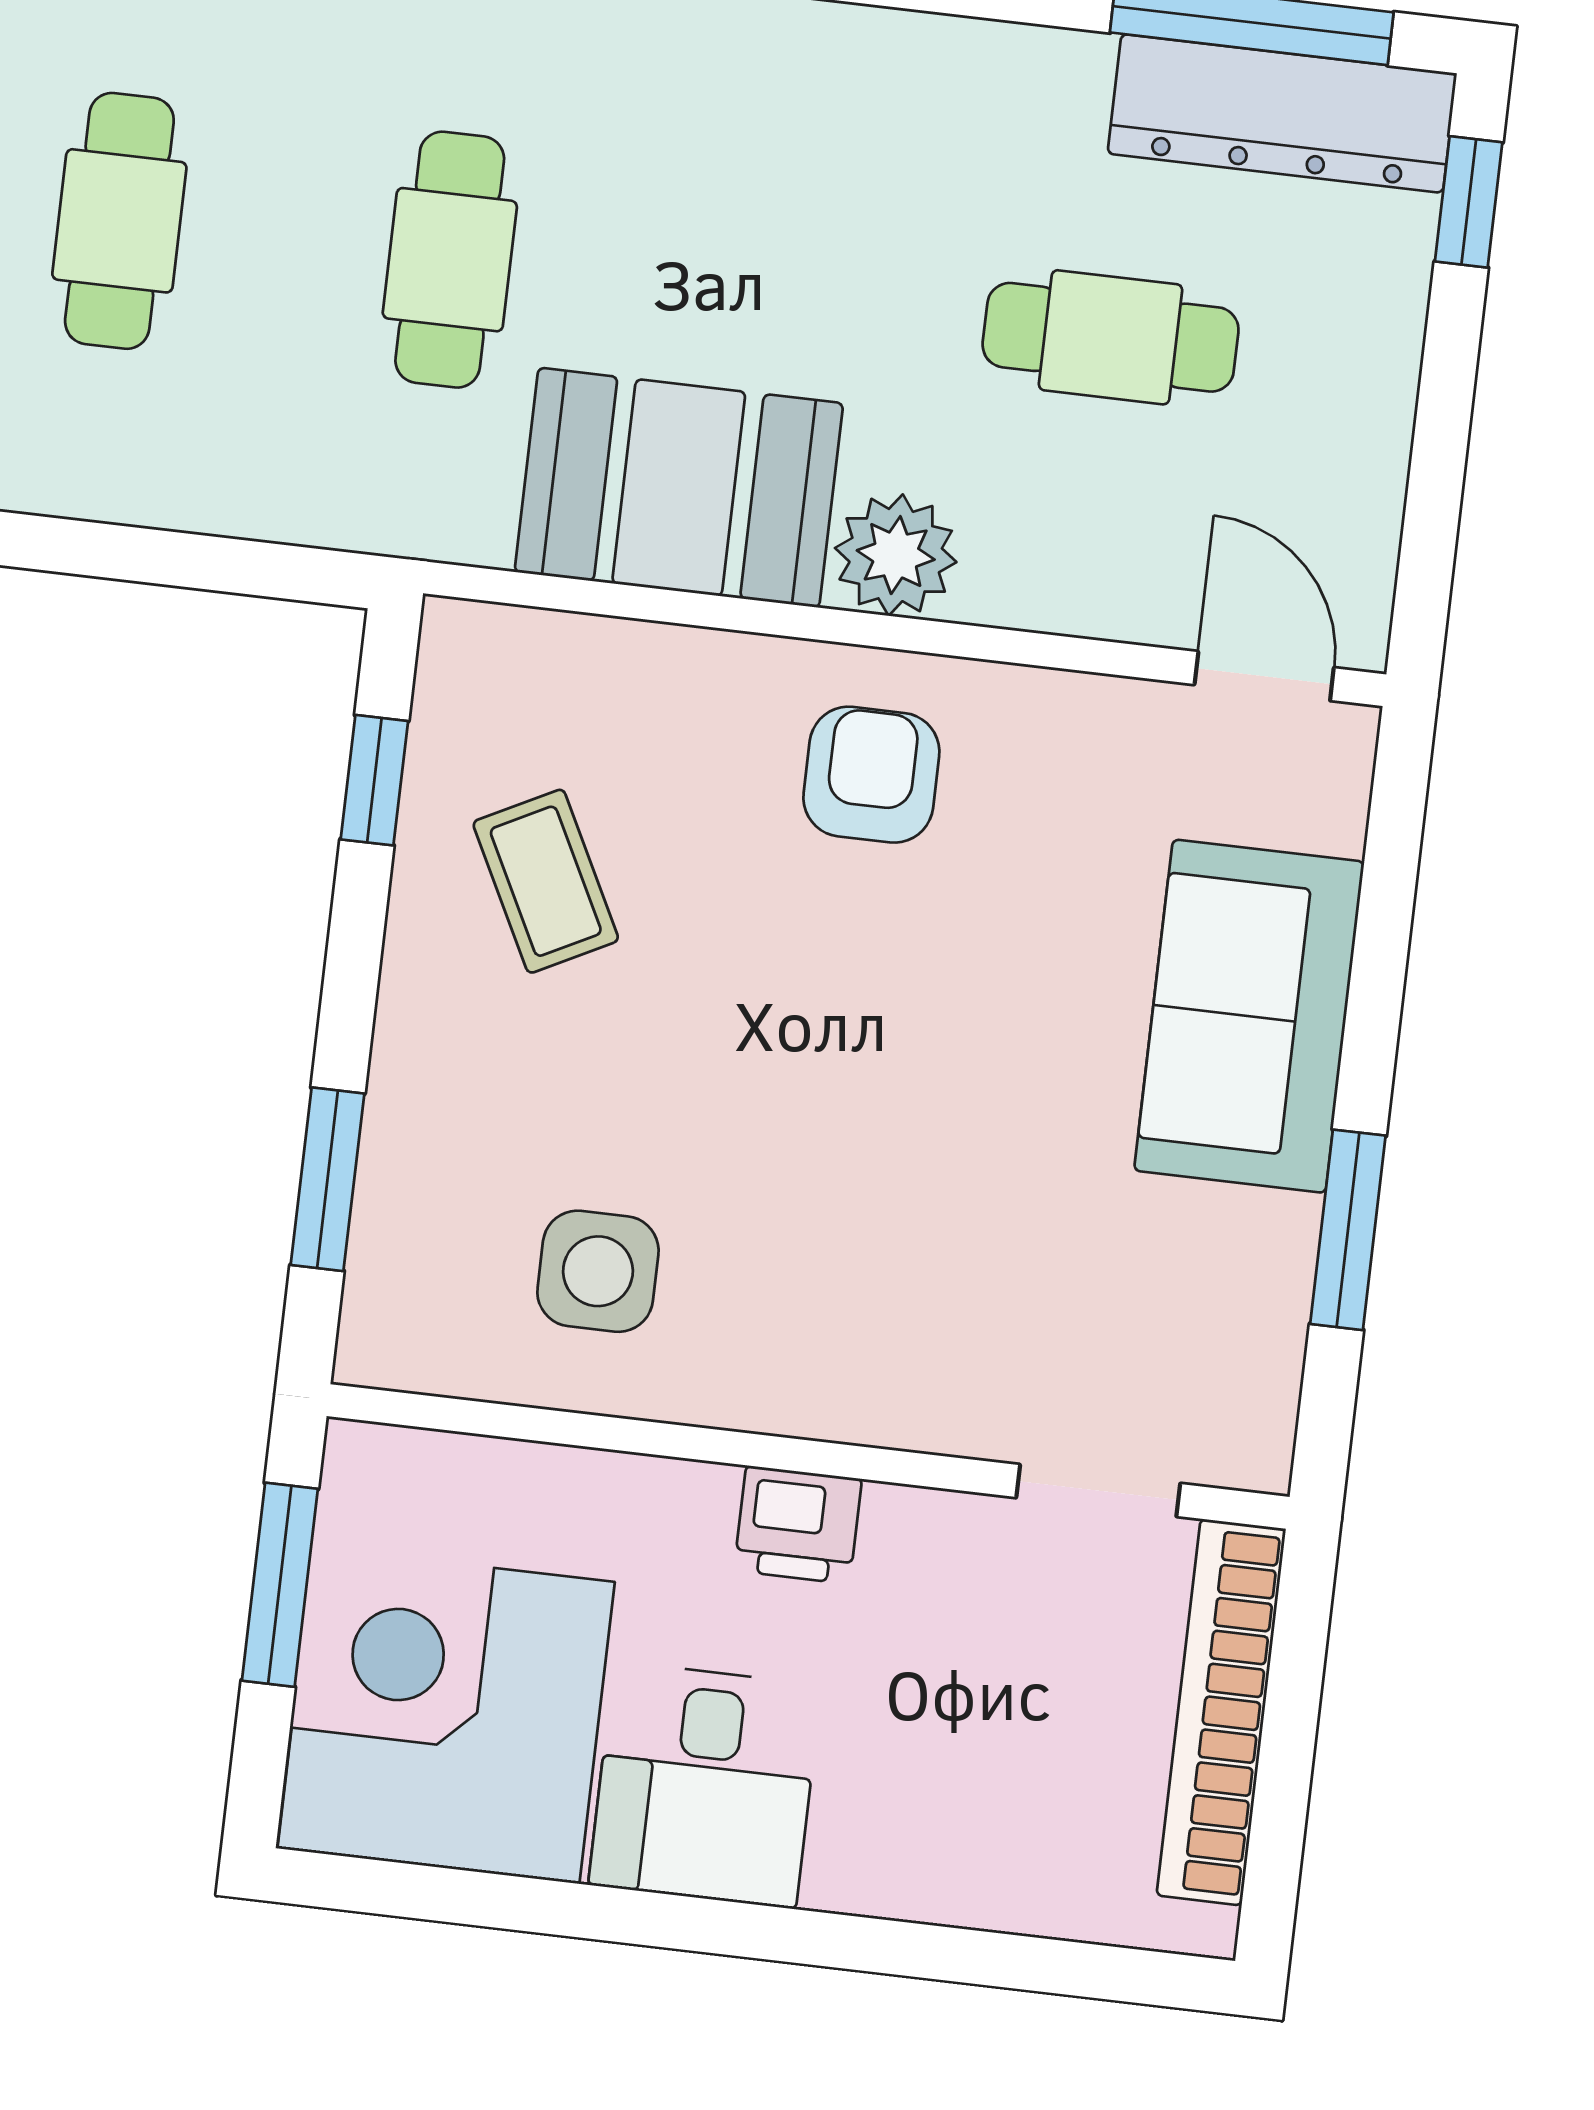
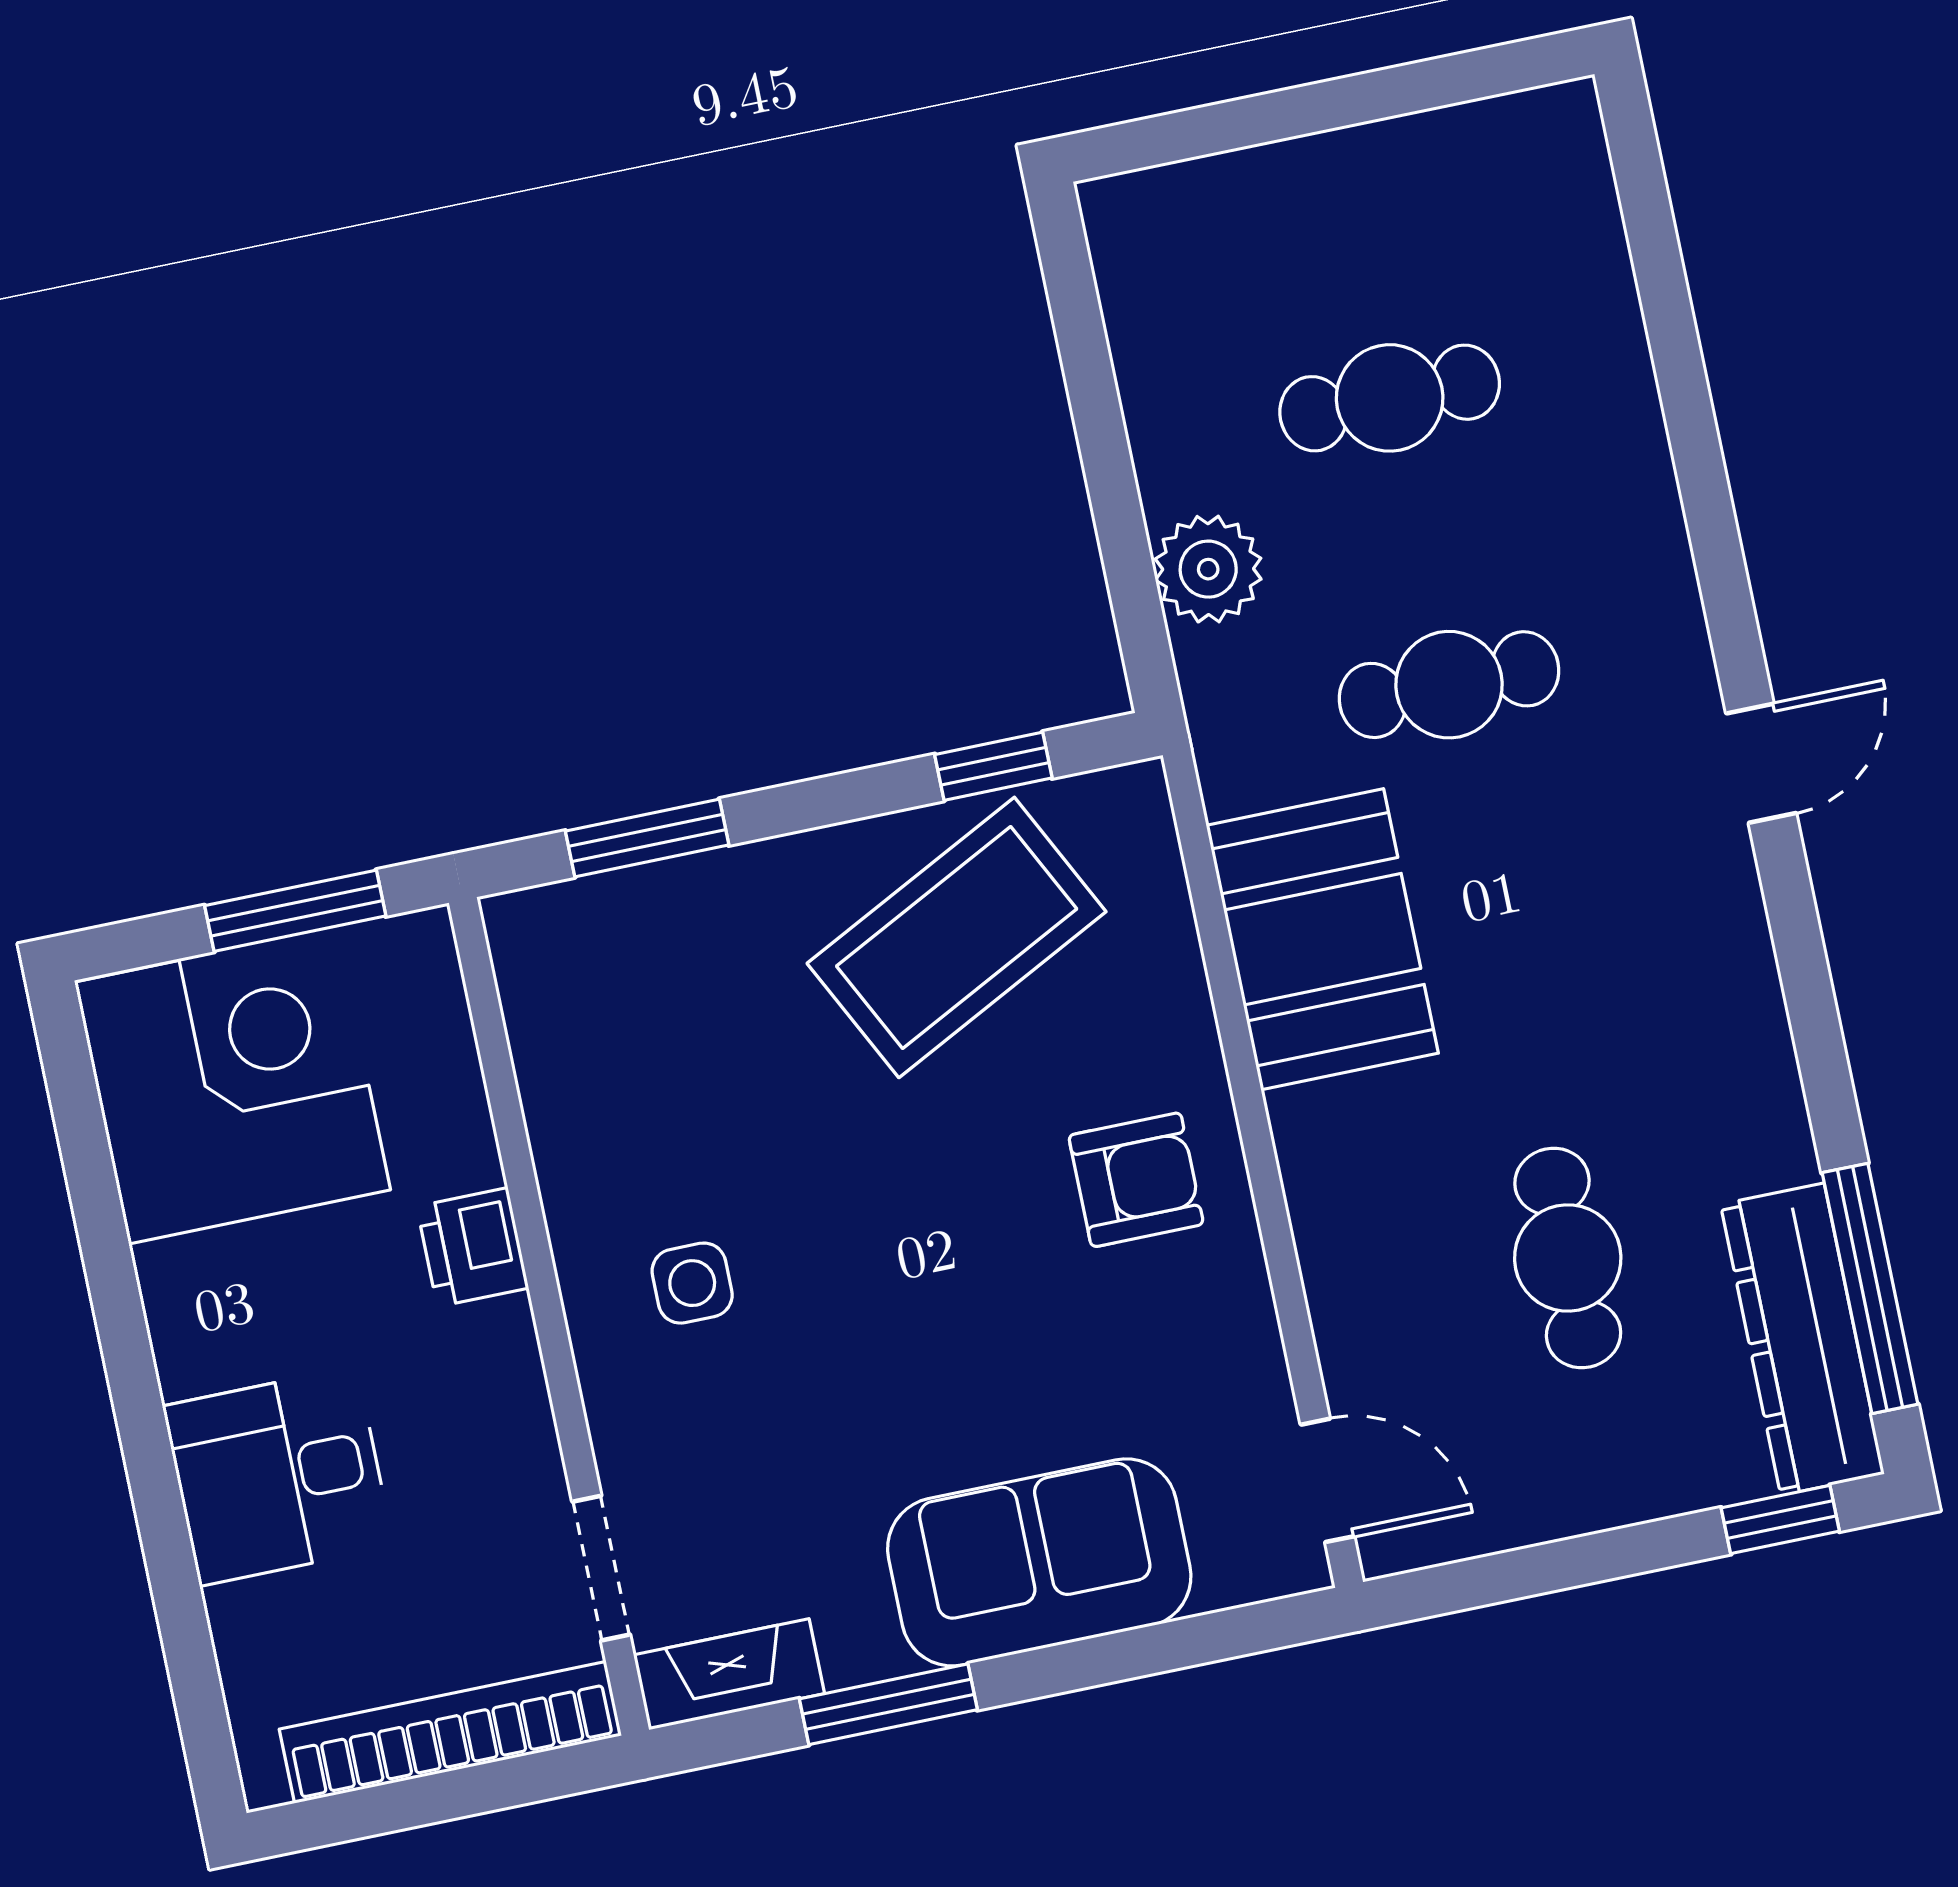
plant: (896, 555) -> (1208, 569), moved
door: (1264, 676) -> (1327, 1480), hinge flipped
coffee table: (546, 881) -> (957, 937), width x1.86, depth x1.72
side table: (598, 1271) -> (692, 1283), moved, width x0.73, depth x0.73
fireplace: (1258, 1391) -> (729, 1674), added
printer: (798, 1525) -> (473, 1247), moved
desk: (705, 1785) -> (278, 1476), moved

